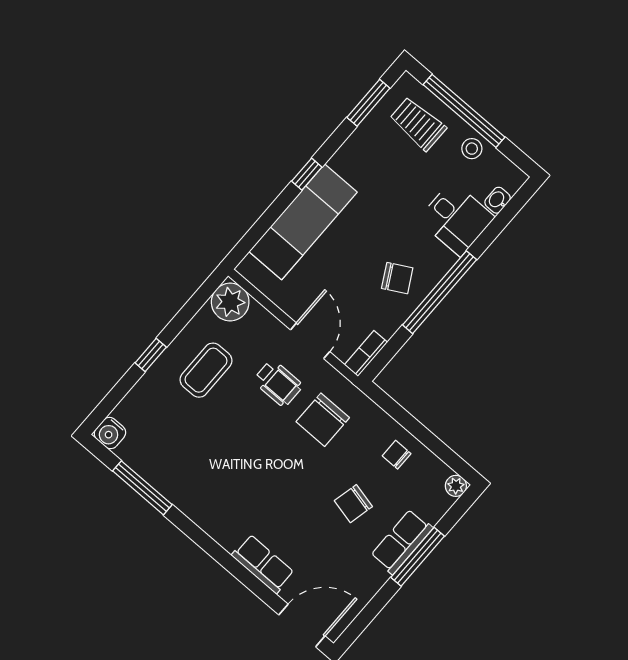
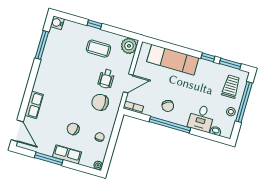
window: (307, 174) -> (208, 57), moved
window: (418, 557) -> (49, 159), moved

